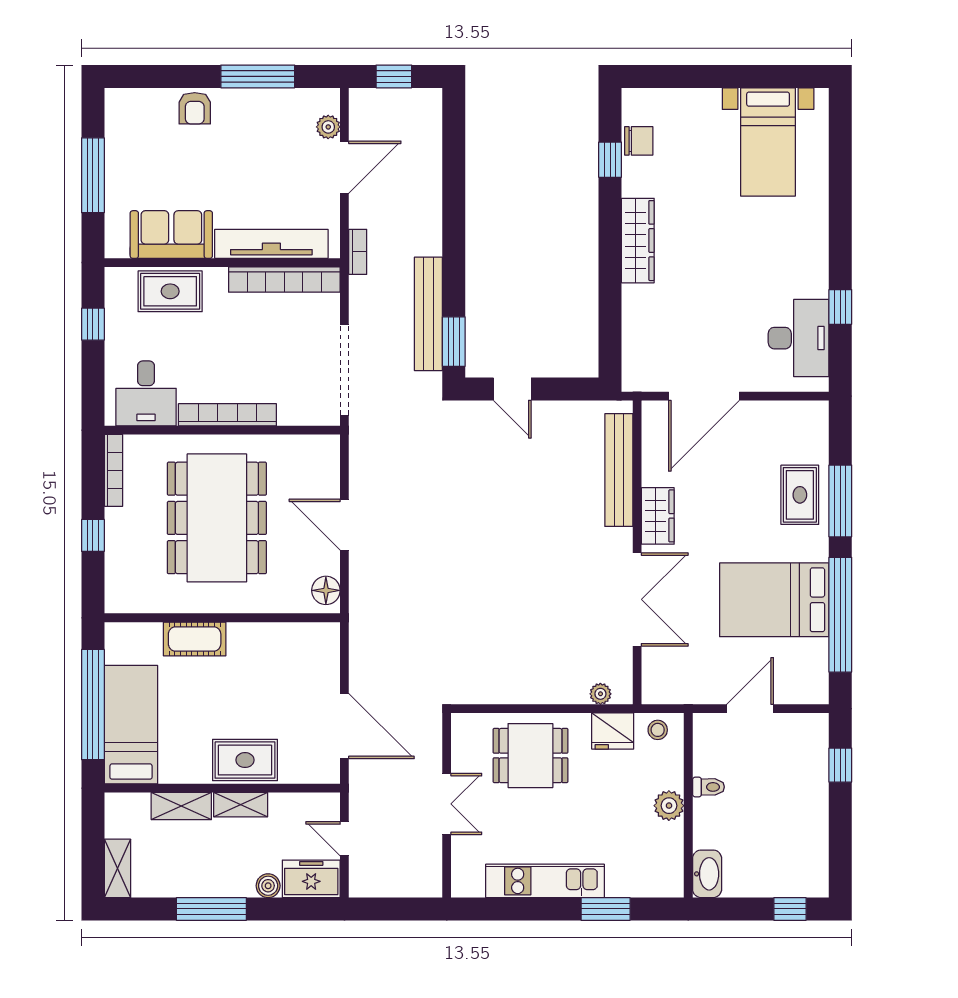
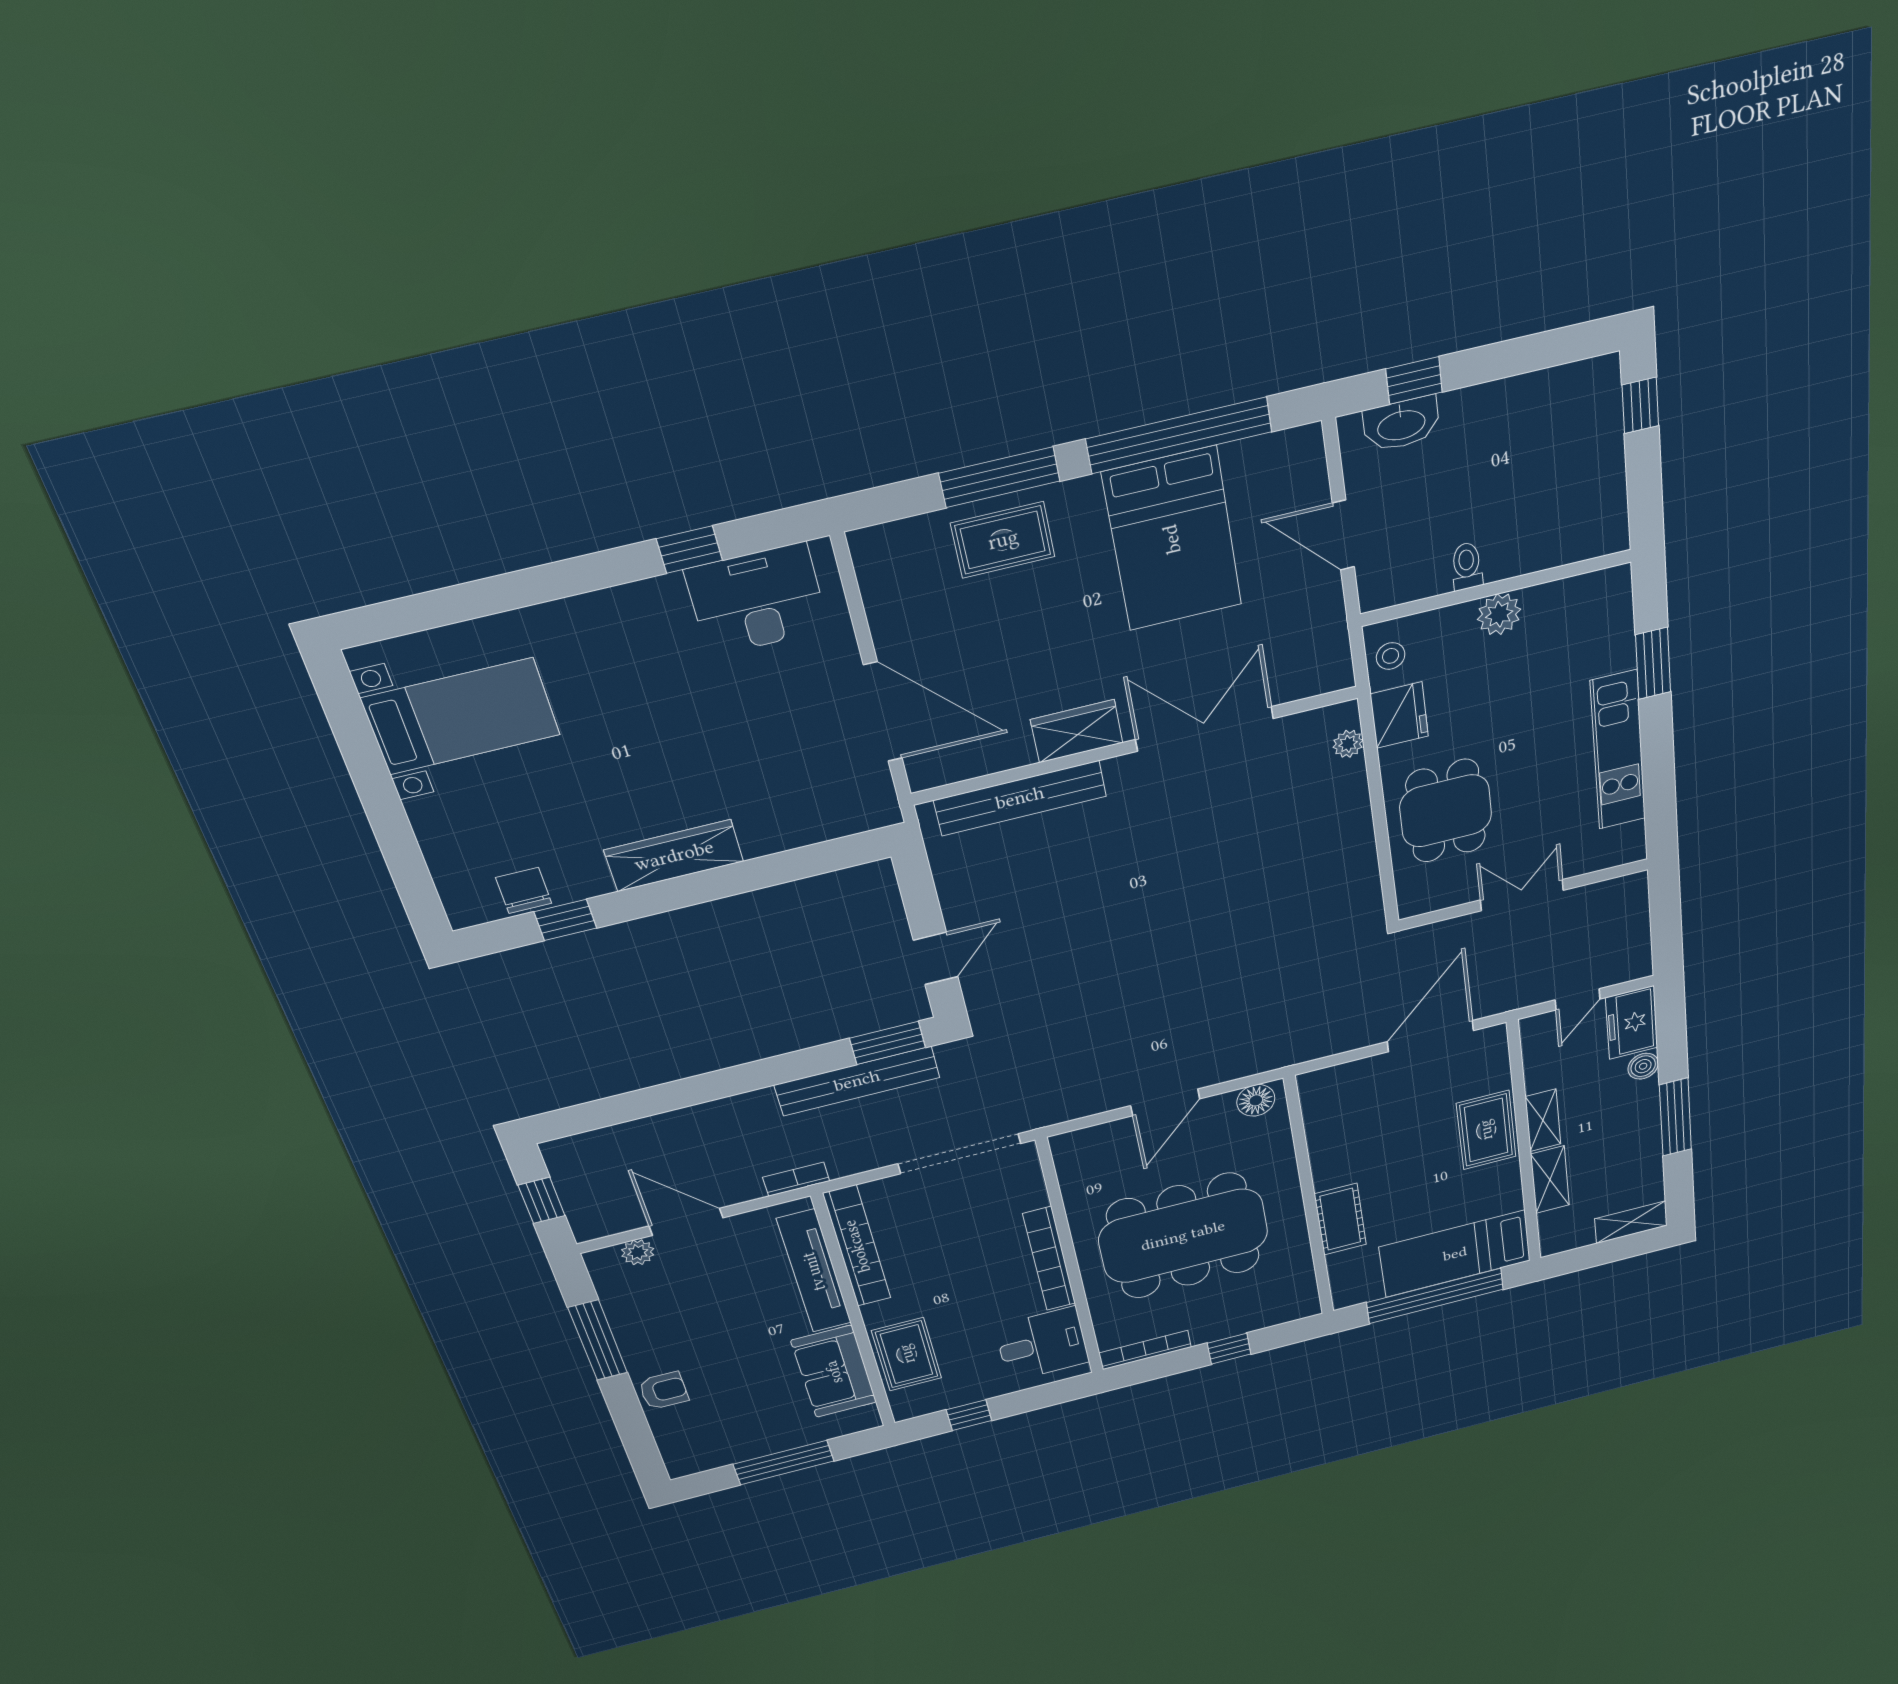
washbasin: (707, 874) -> (1401, 424), moved, turned 180

